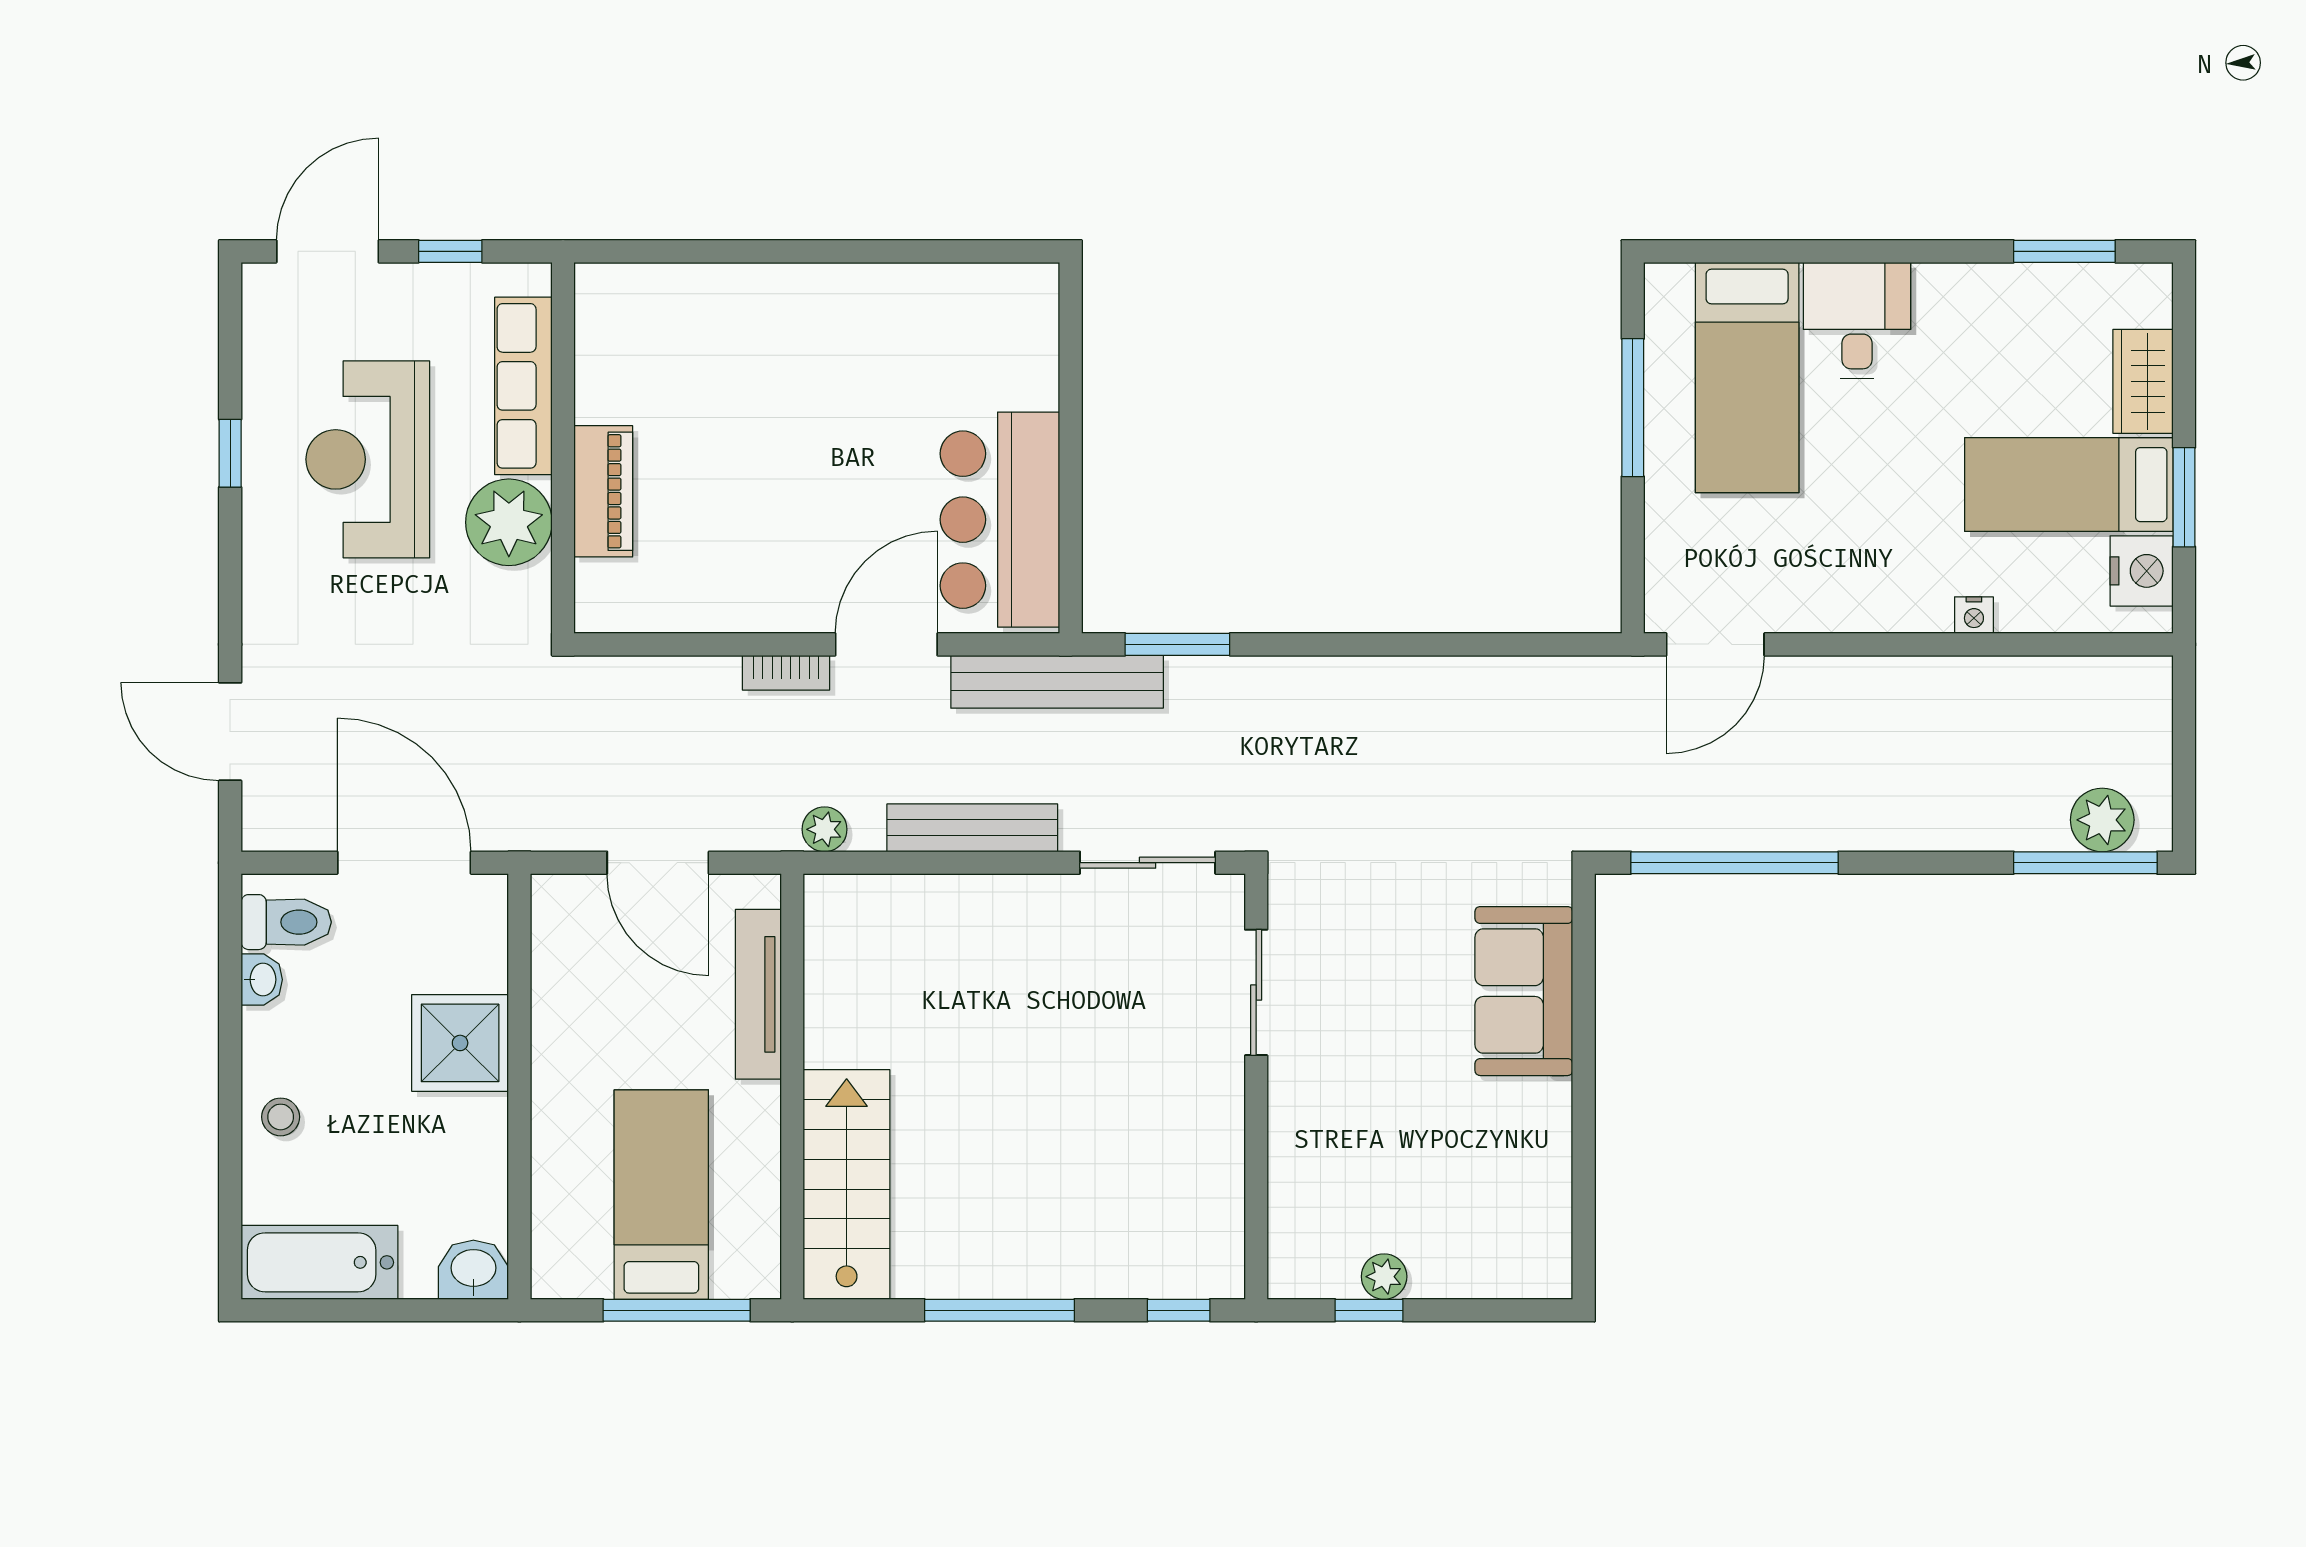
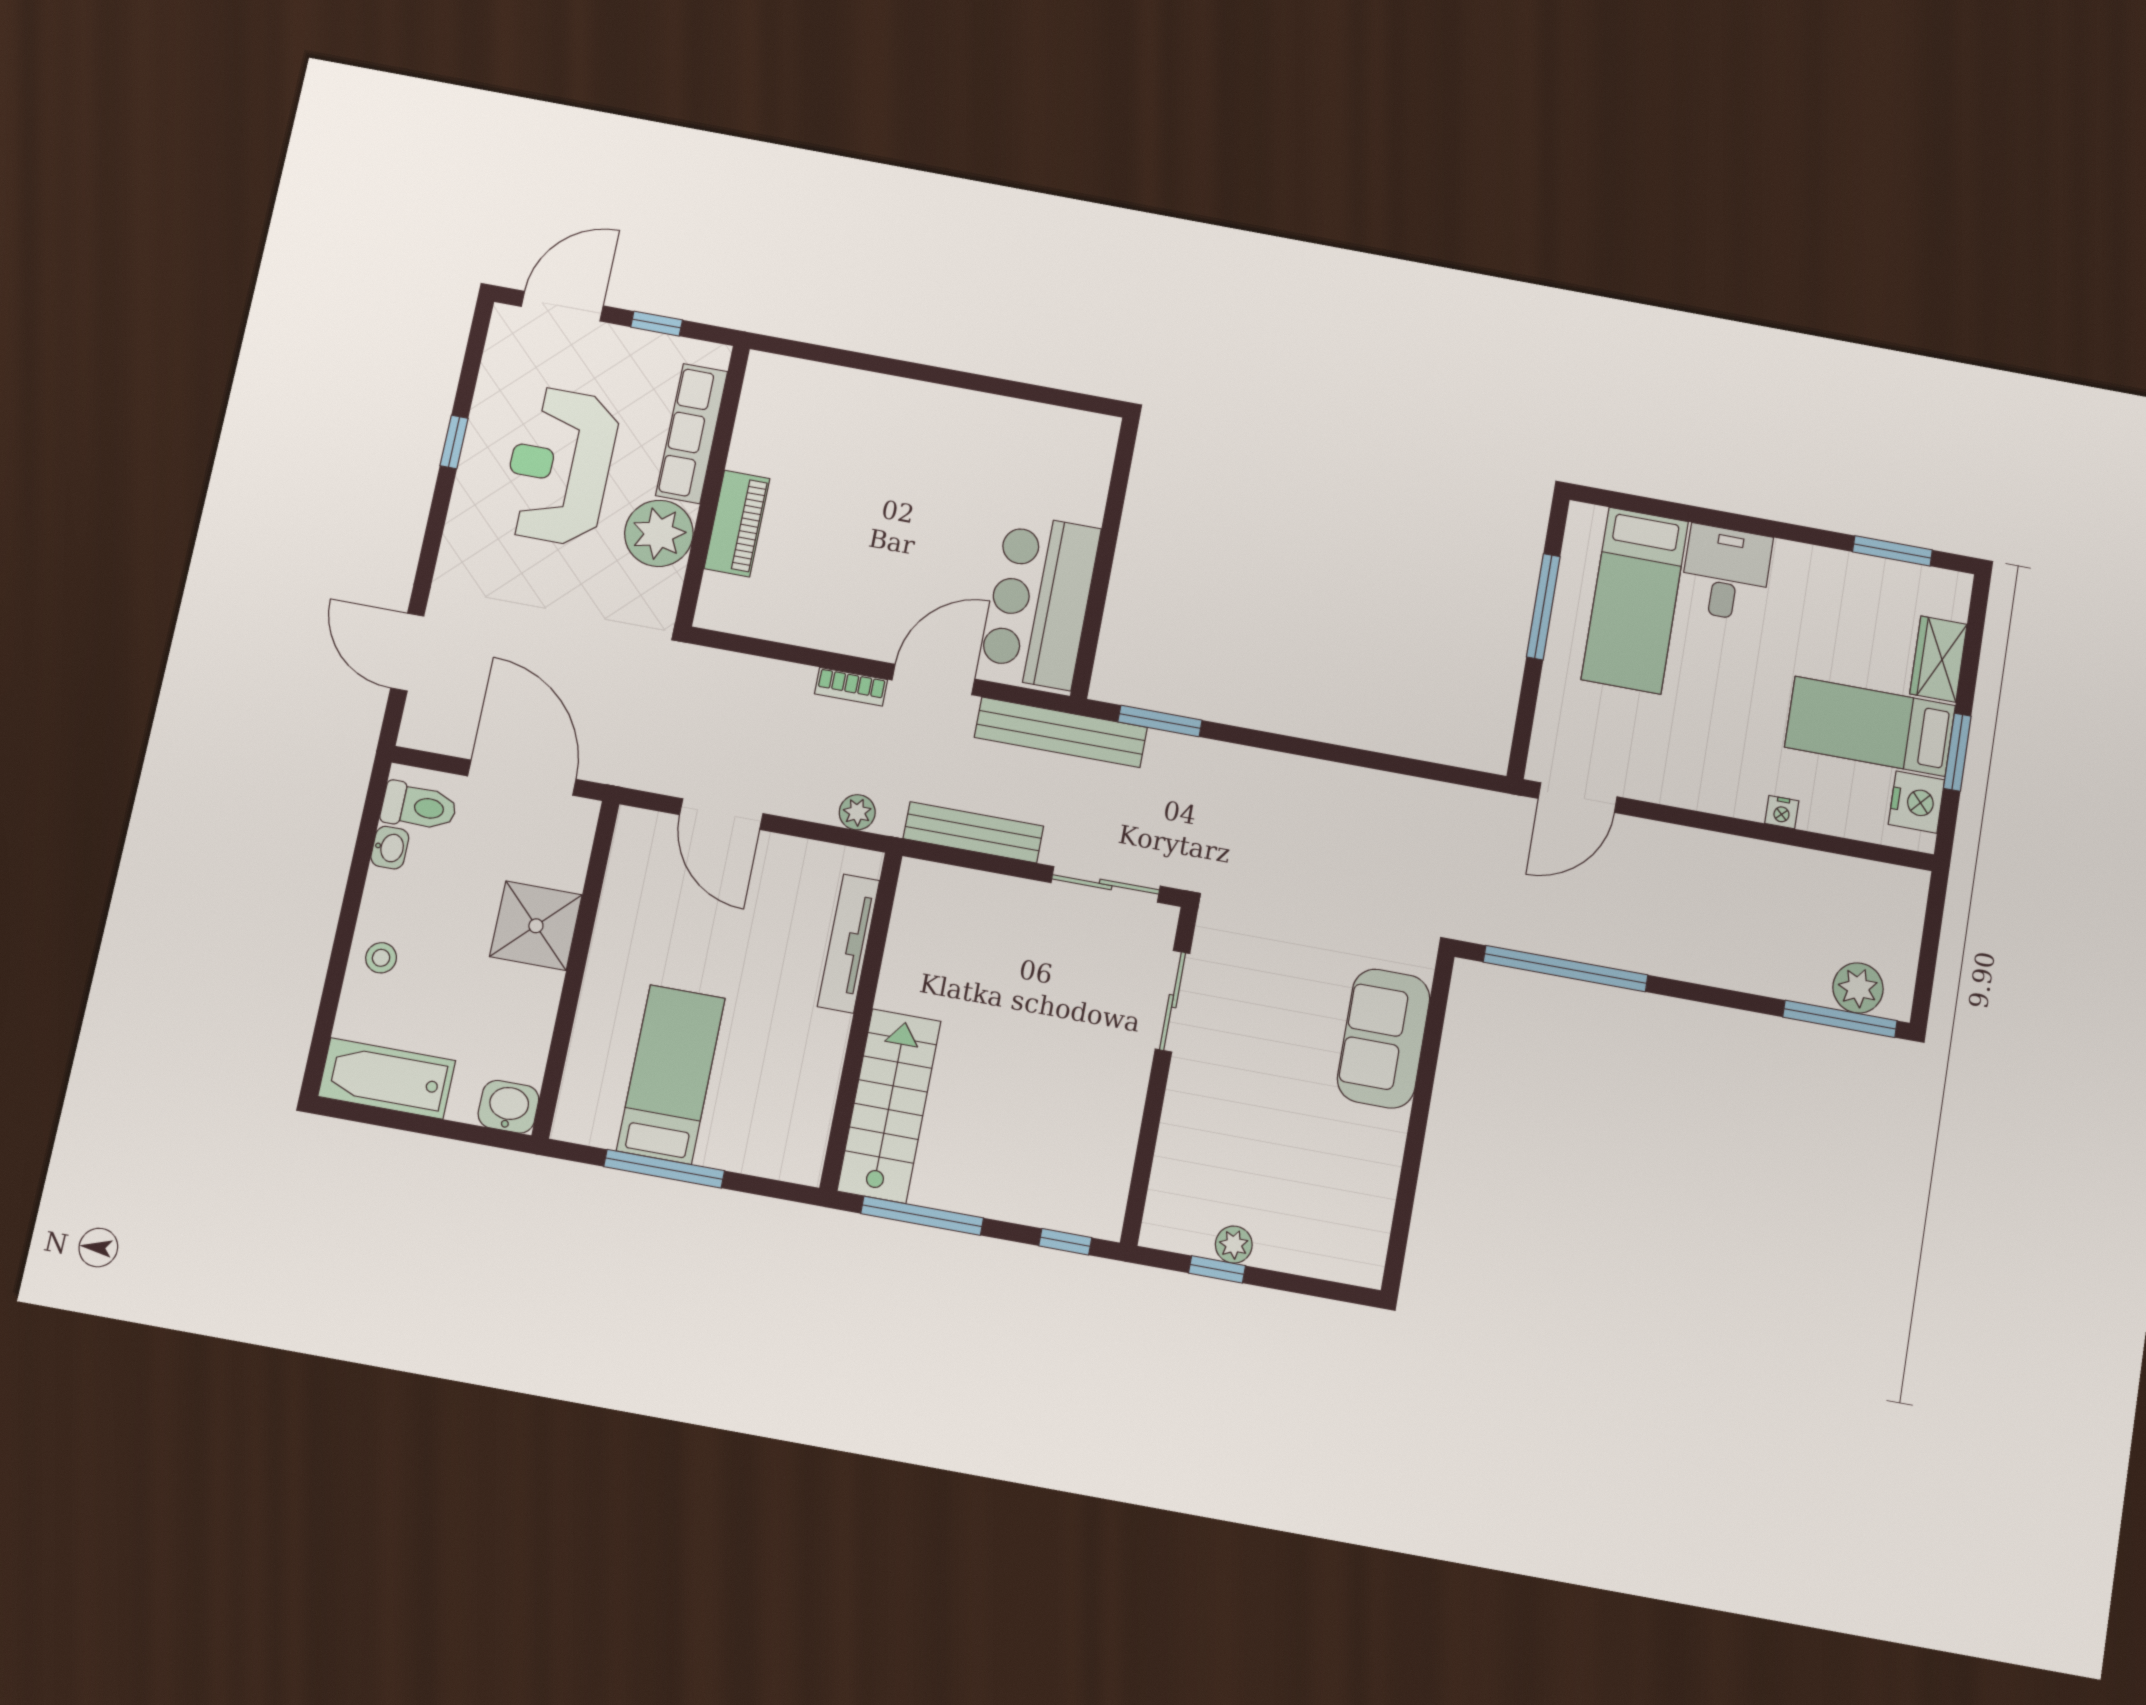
tv unit: (758, 994) -> (849, 943), moved
wall: (792, 1086) -> (861, 1021), moved
stairs: (847, 1184) -> (889, 1106), moved

